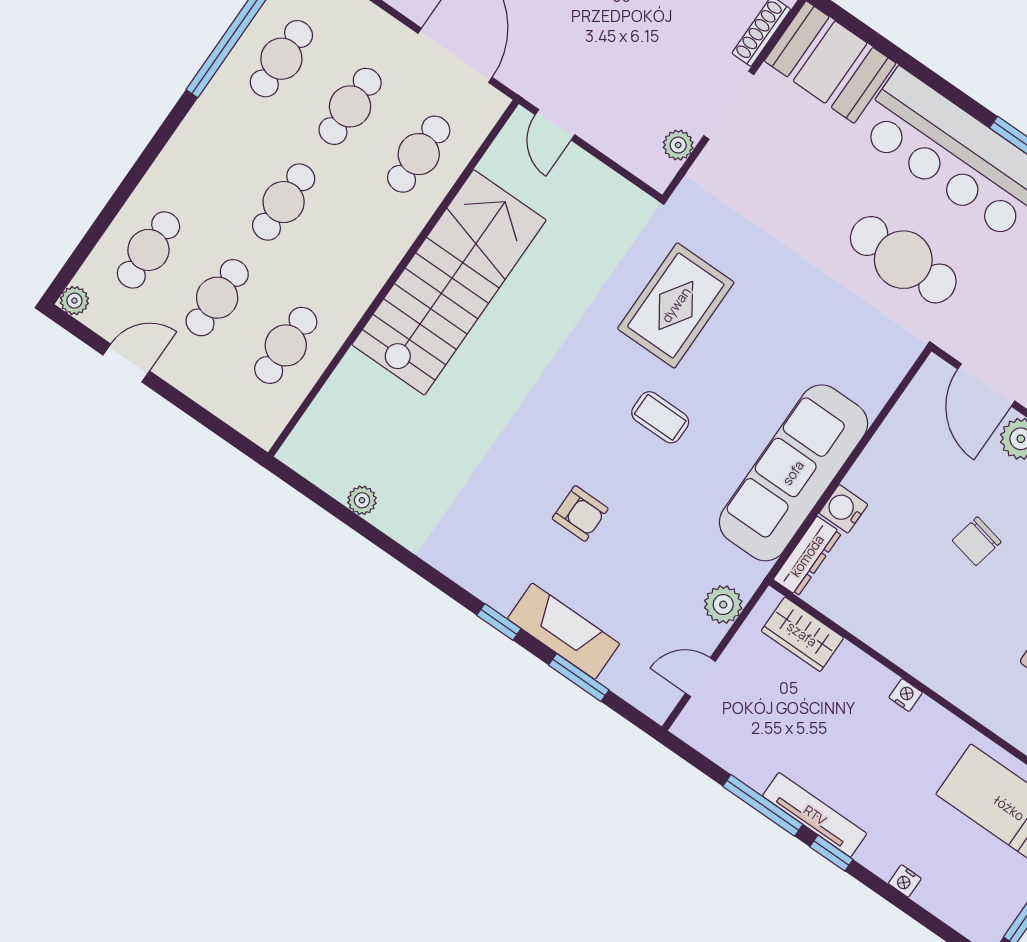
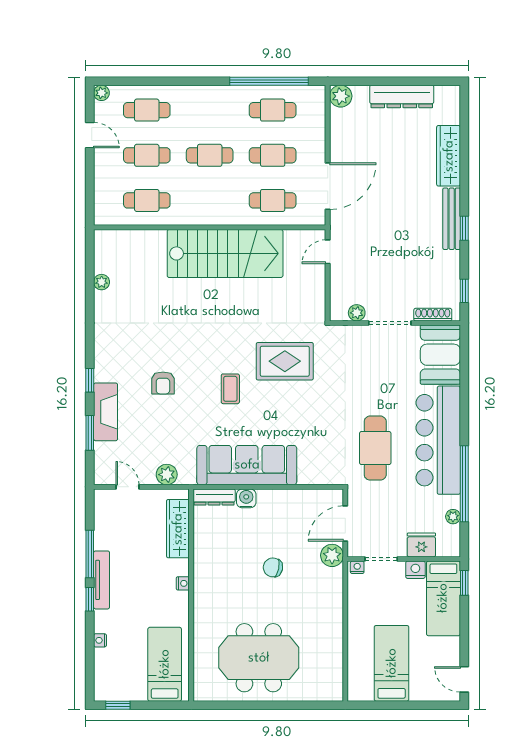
wardrobe: (802, 634) -> (178, 529), width x1.50

